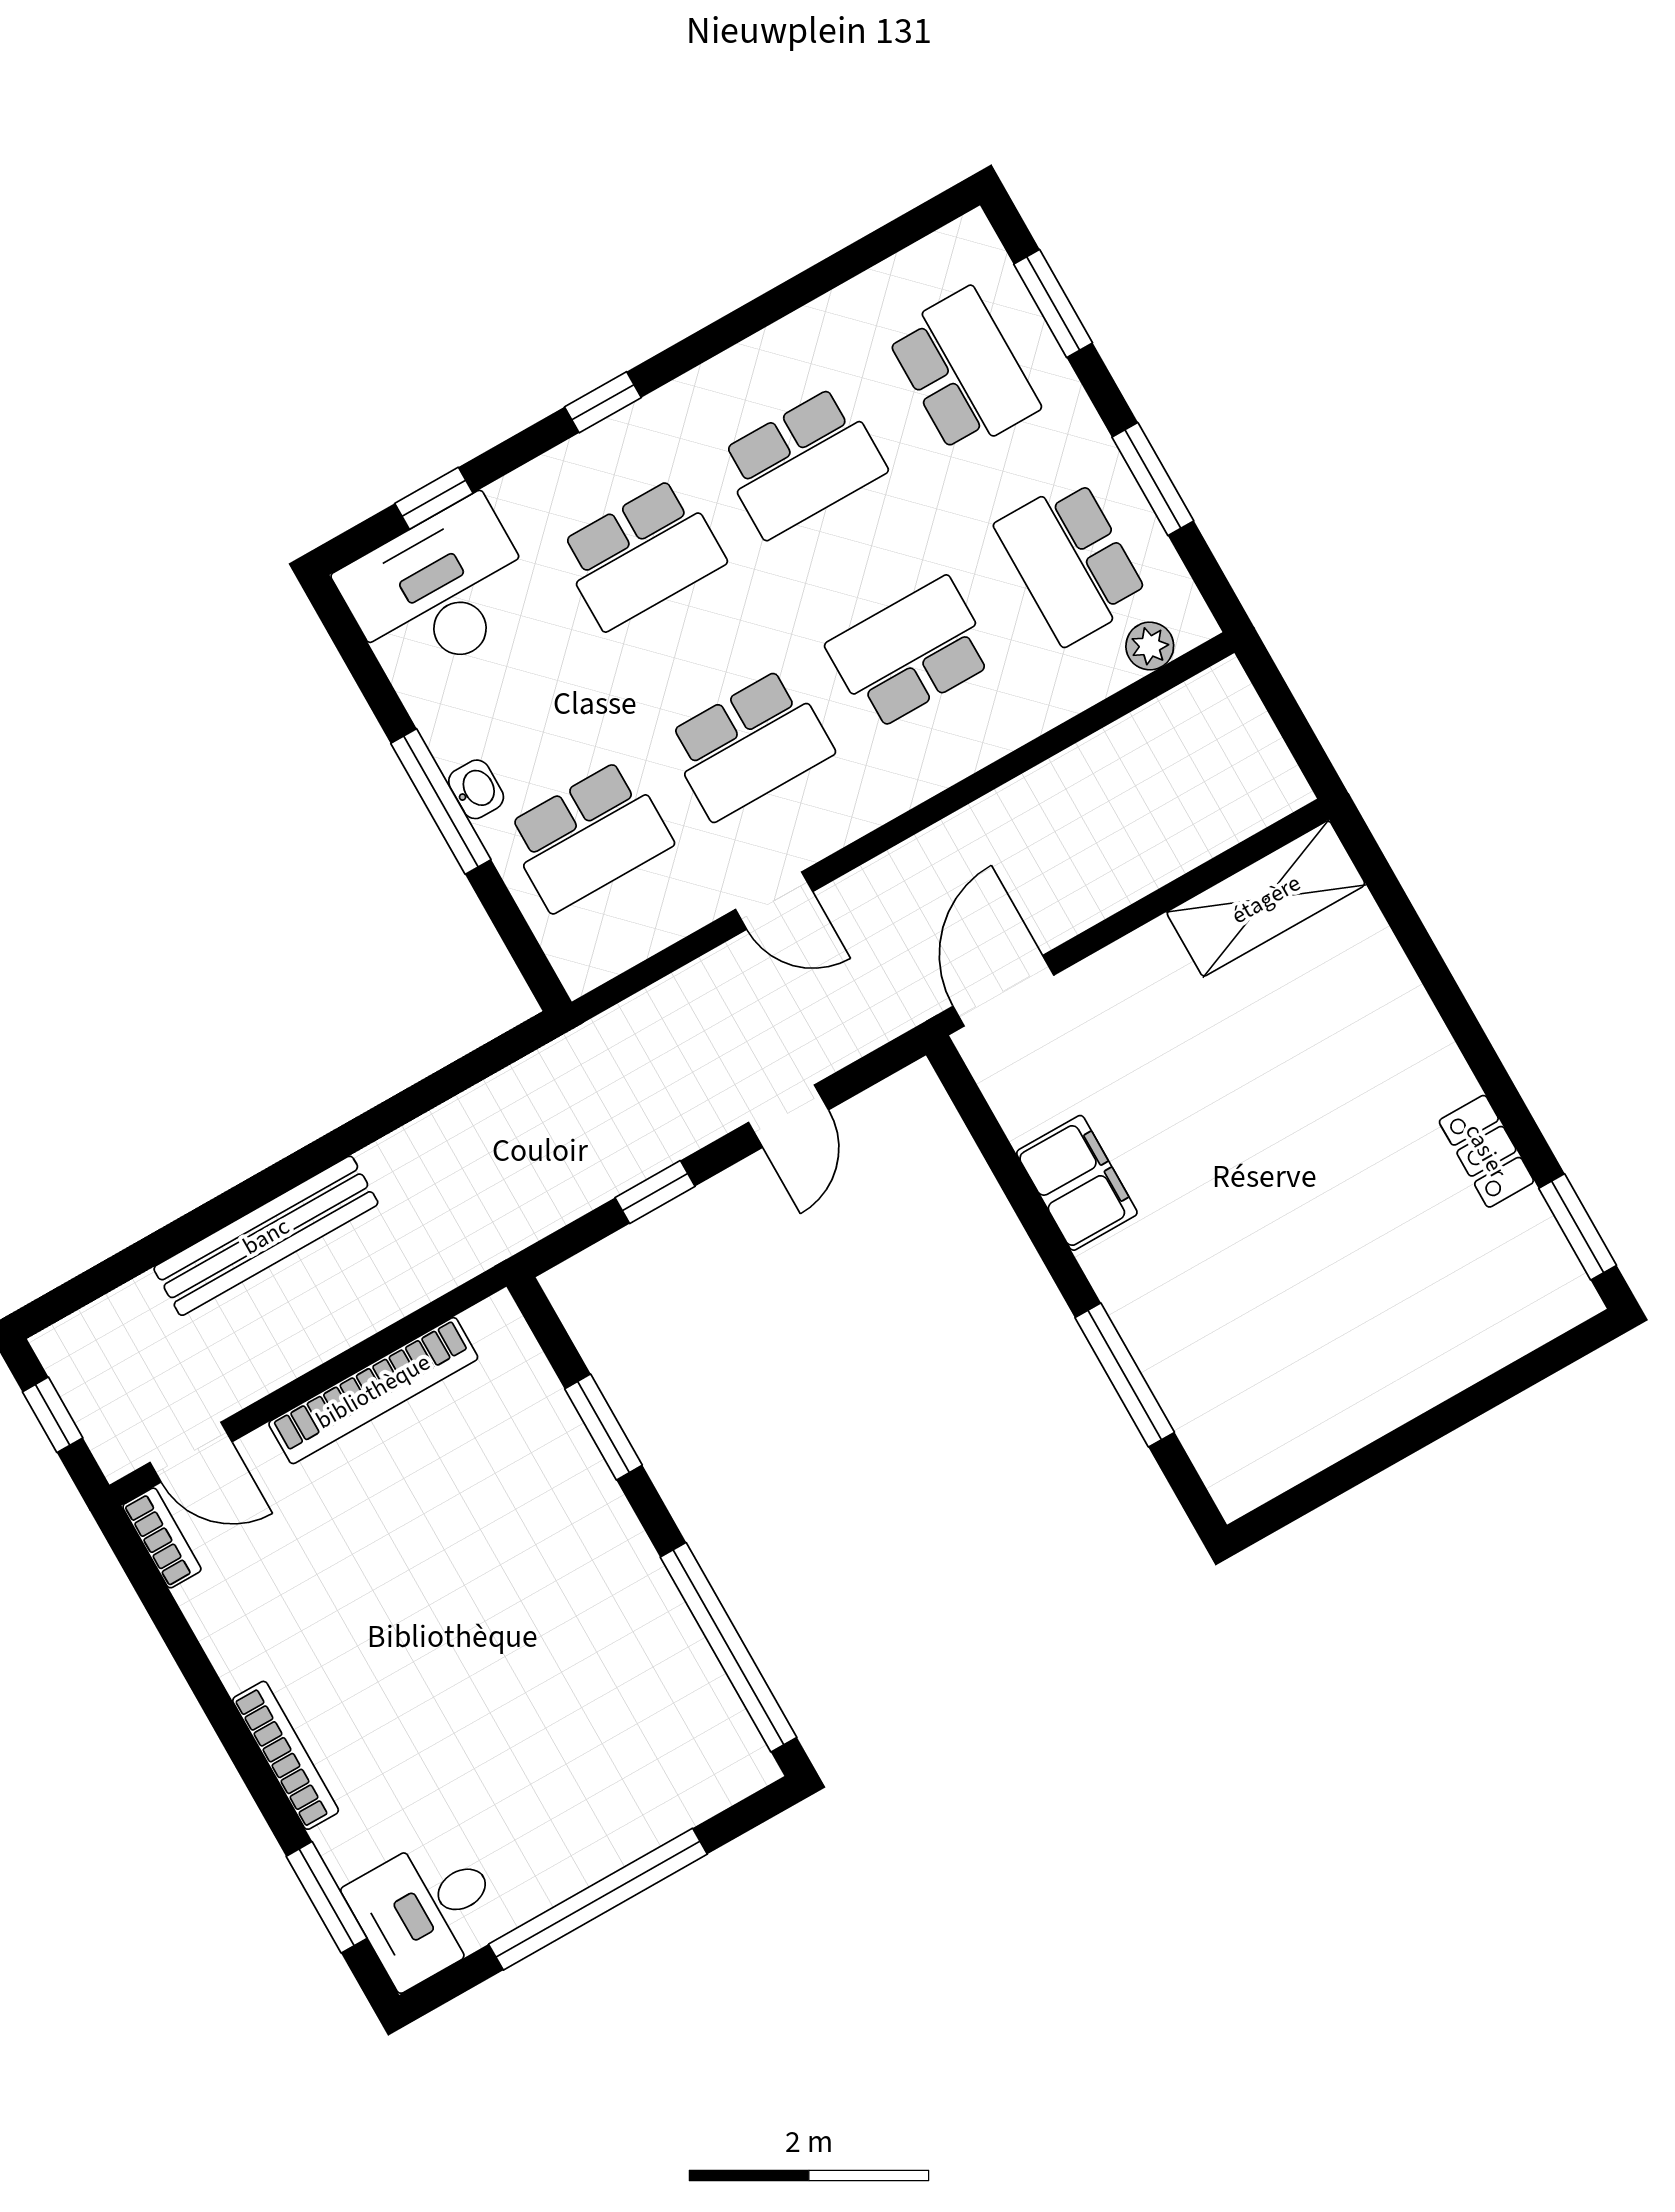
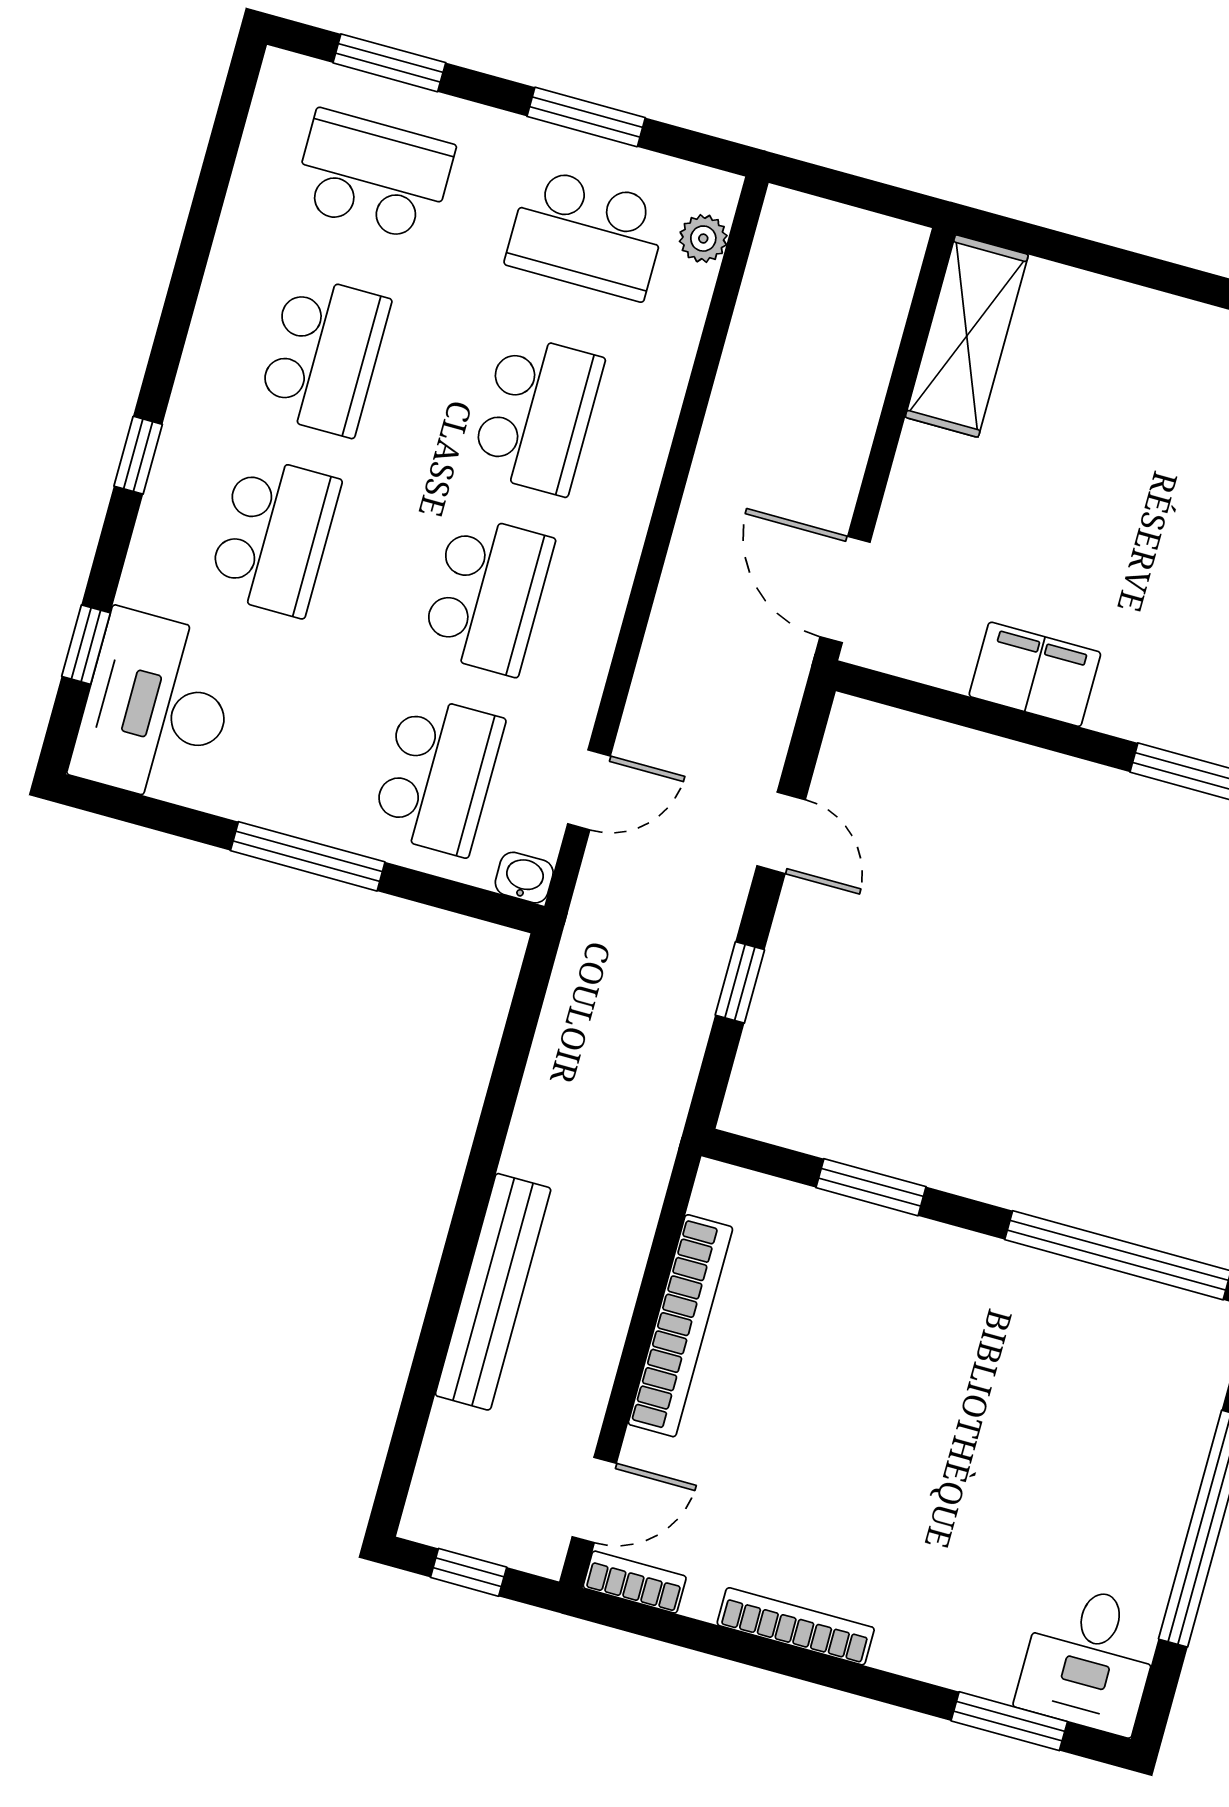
school desk: (911, 653) -> (537, 415), turned 180
washbasin: (476, 789) -> (524, 878), moved
door: (774, 901) -> (589, 790), moved
bookcase: (286, 1755) -> (796, 1626), moved

